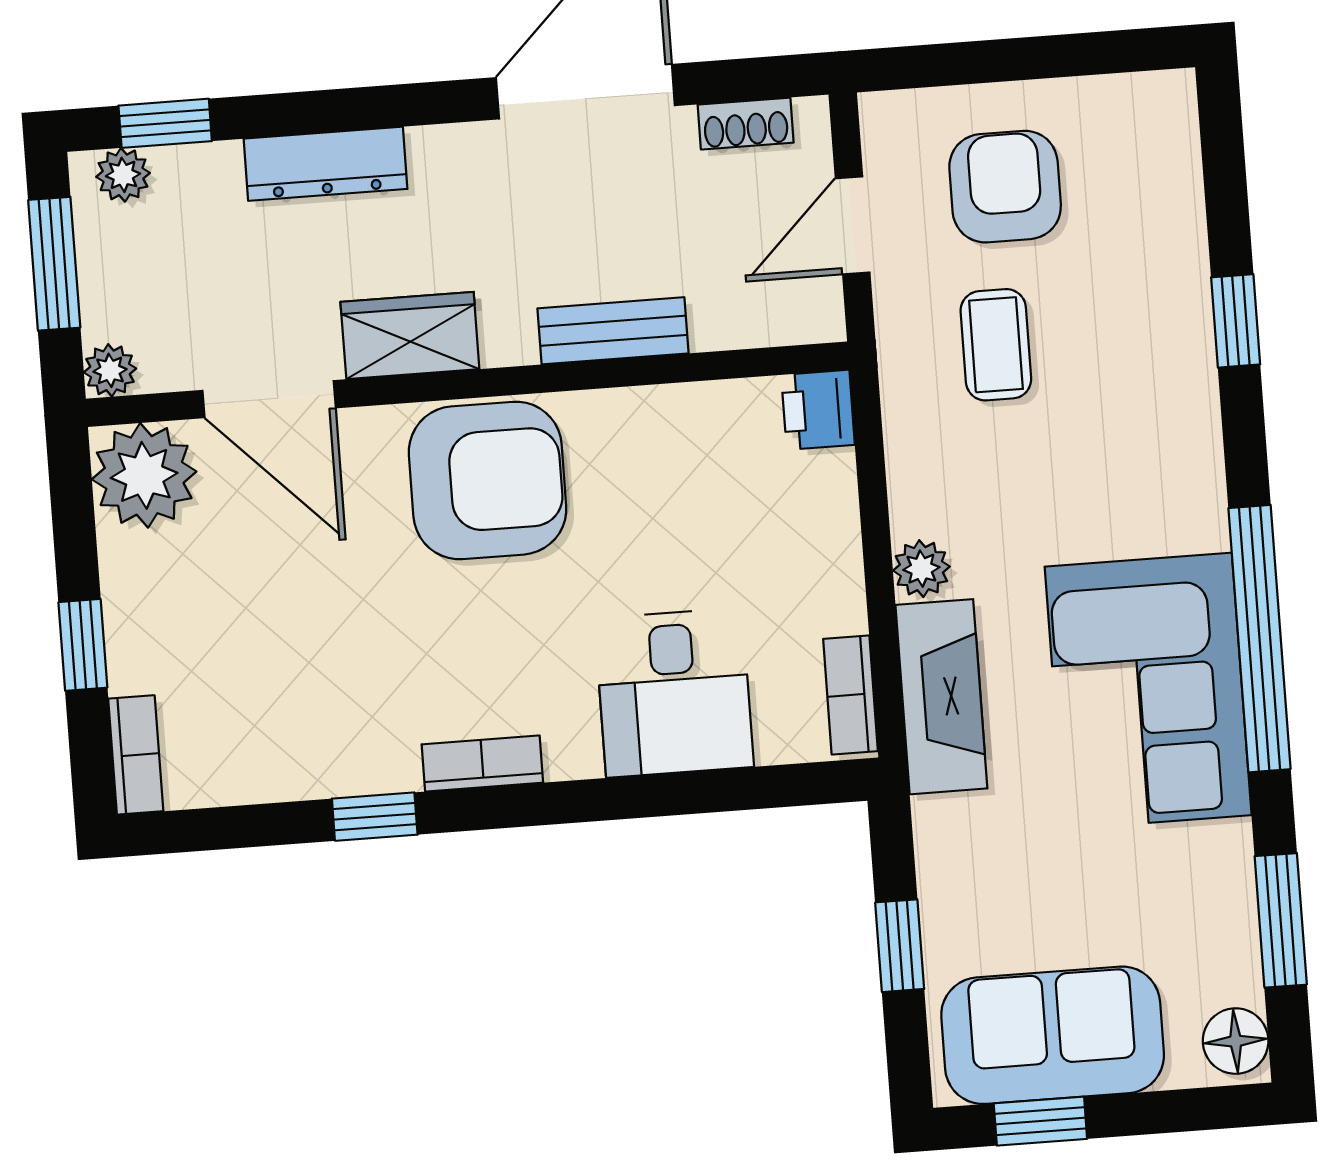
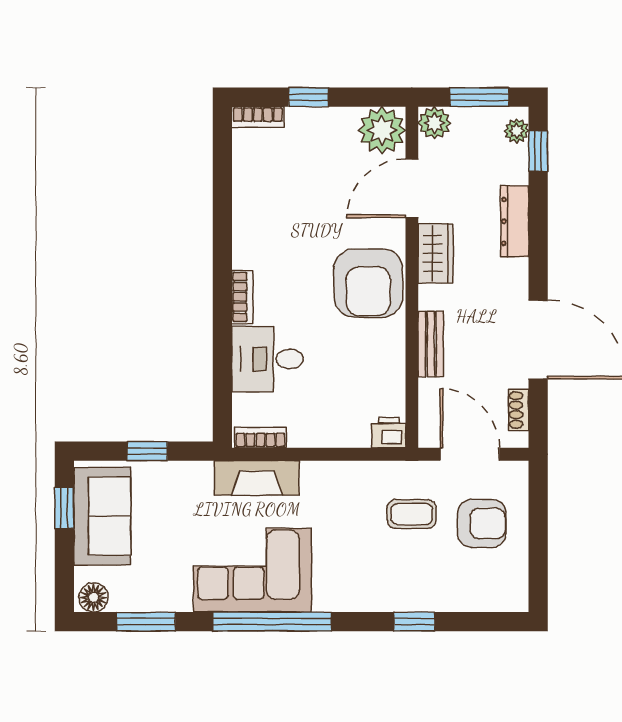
door: (853, 225) -> (470, 454), width x1.37
plant: (110, 370) -> (434, 123), width x1.38, depth x1.38
plant: (921, 569) -> (314, 473), removed
bookcase: (482, 763) -> (242, 297), moved
window: (375, 817) -> (222, 221), removed

